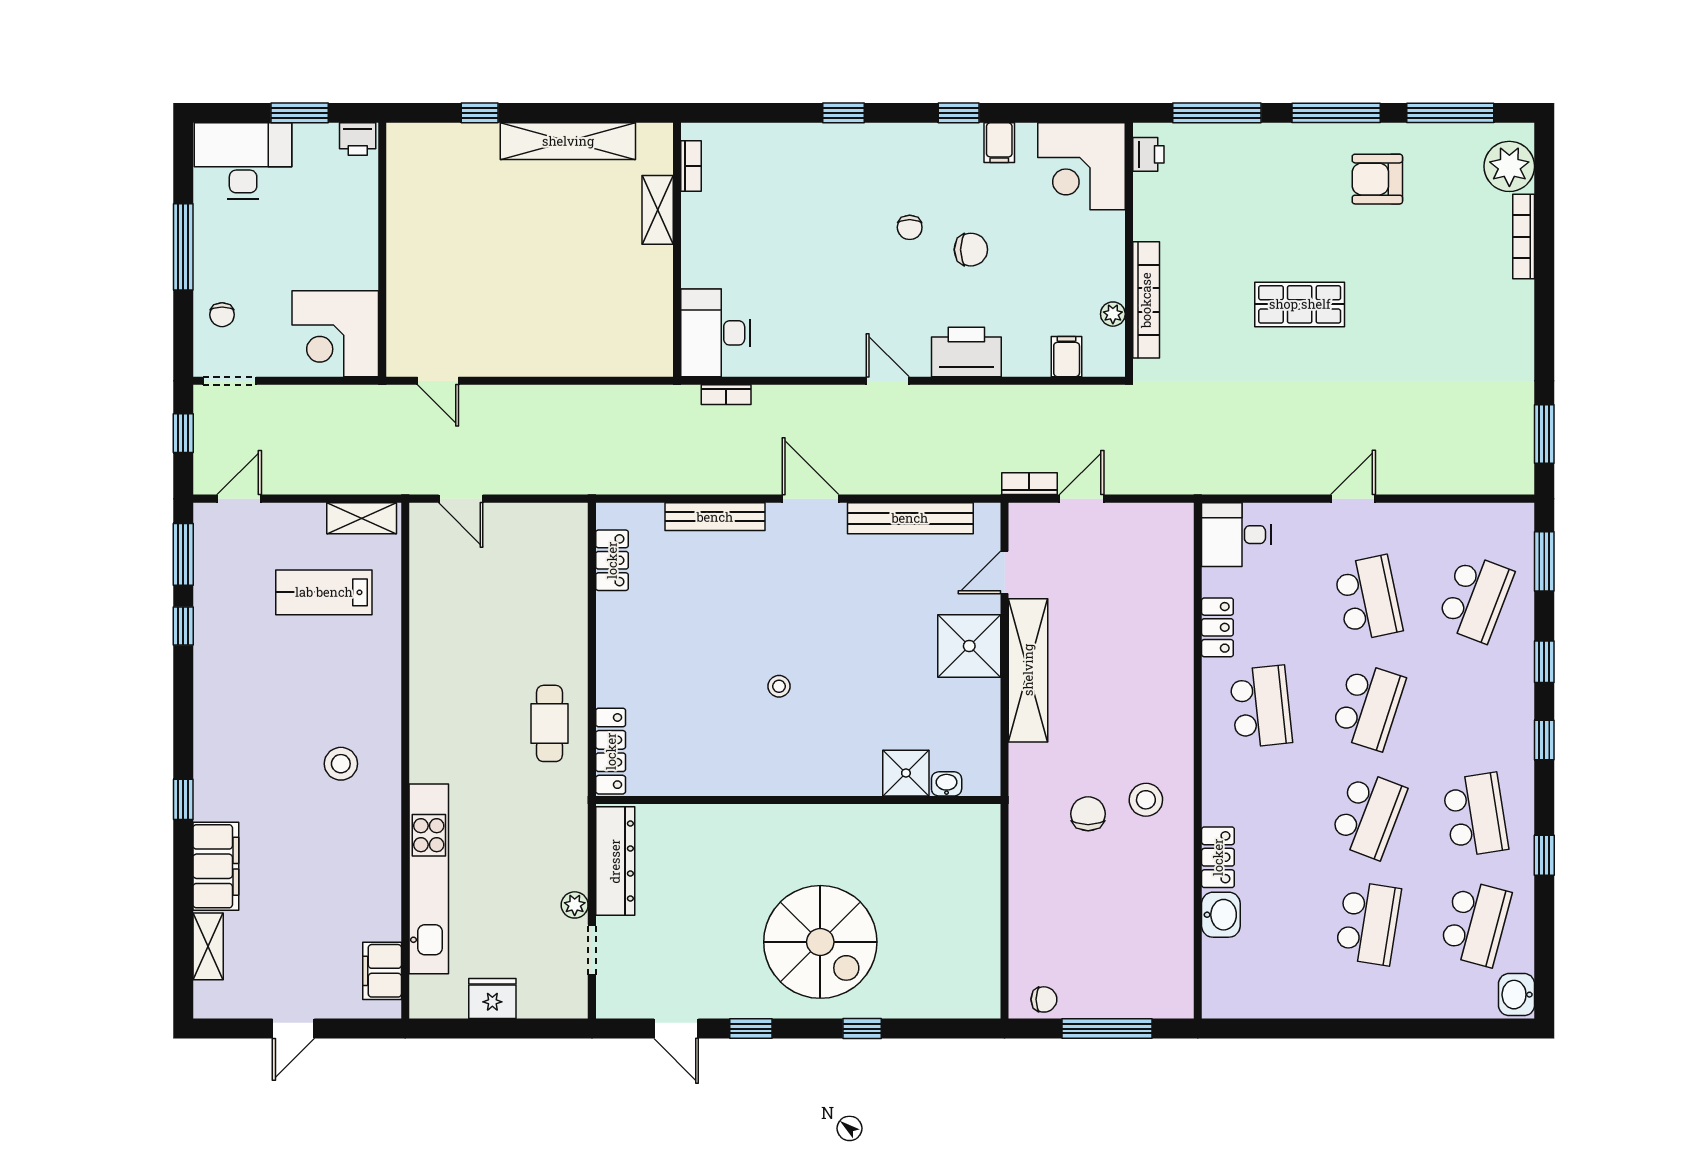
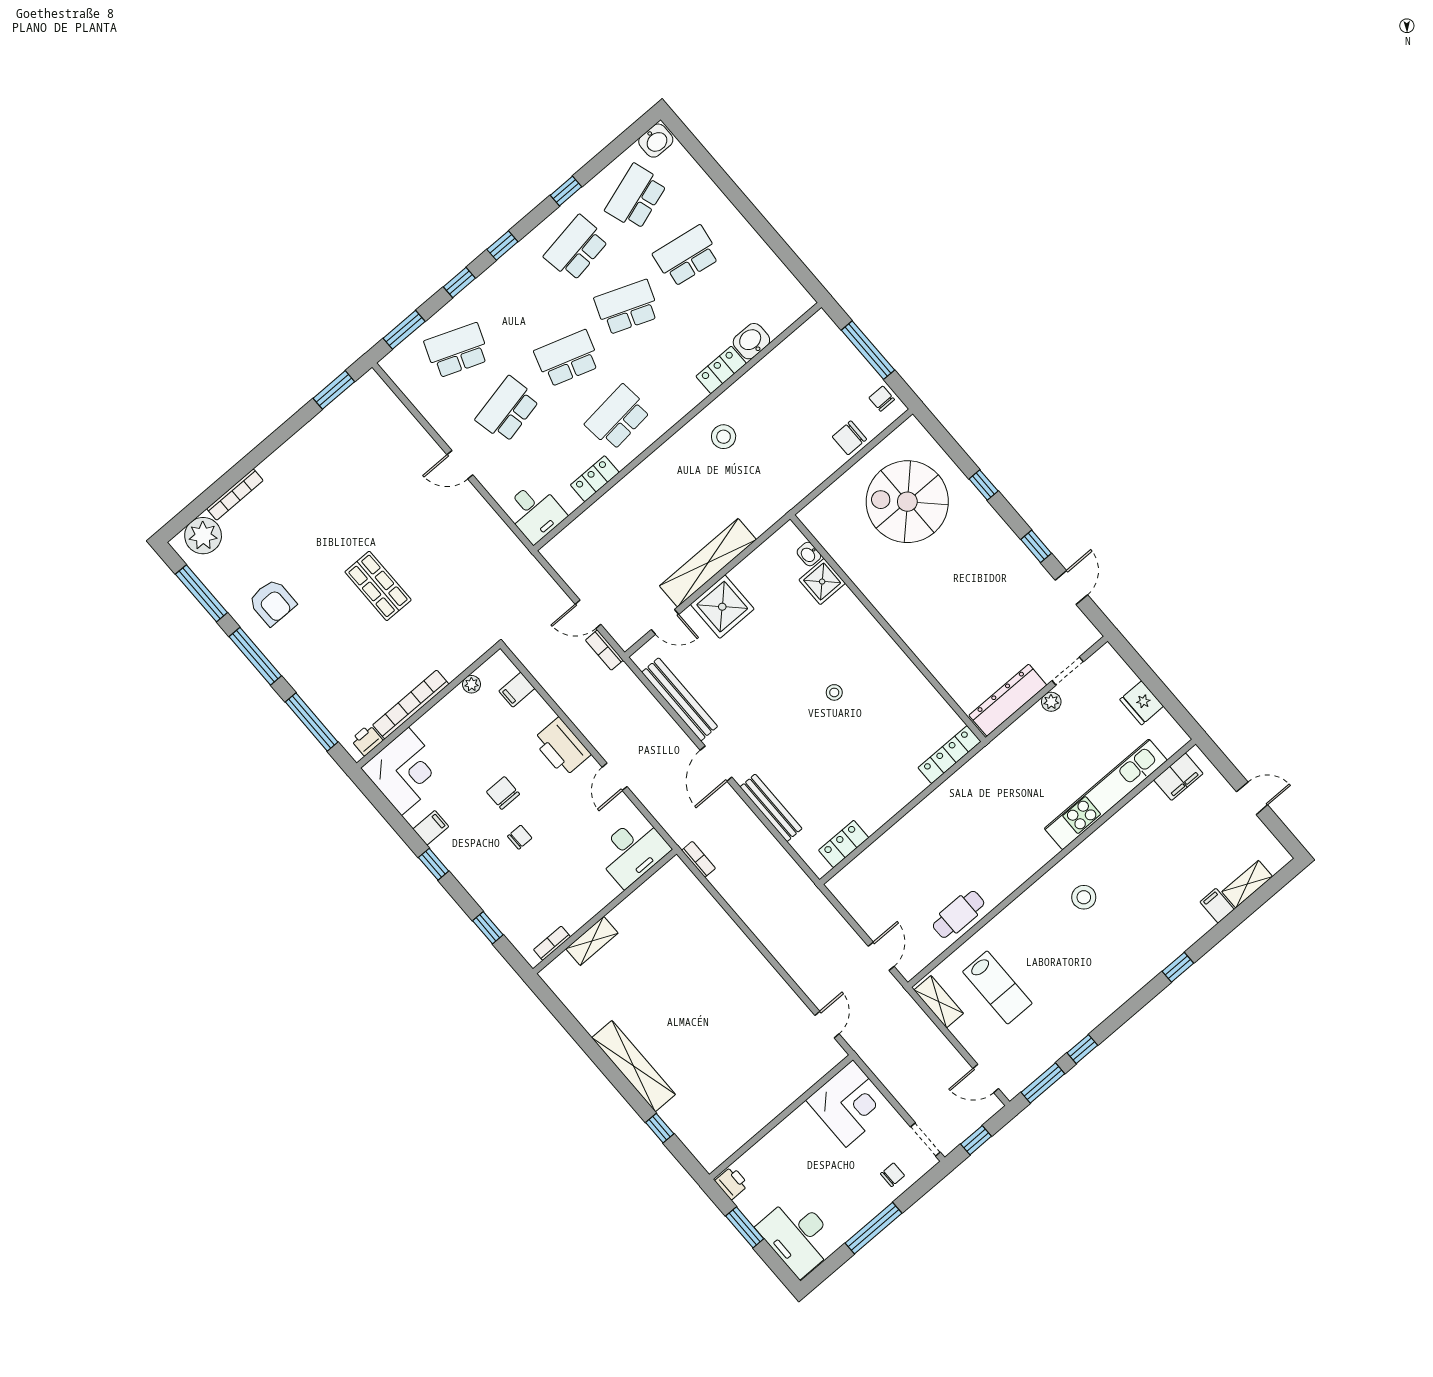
bookcase: (691, 166) -> (552, 943), moved
shelving: (658, 210) -> (592, 941), moved
wall: (677, 250) -> (605, 911), moved
bookcase: (1146, 300) -> (411, 705), moved
desk: (716, 333) -> (632, 851), moved
cafe table: (550, 723) -> (959, 914), moved
chair: (1088, 814) -> (849, 438), moved
filing cabinet: (216, 866) -> (1217, 906), width x0.33, depth x0.86
school desk: (1475, 923) -> (636, 197), turned -33
spiral stairs: (820, 942) -> (907, 502), moved, turned -90

